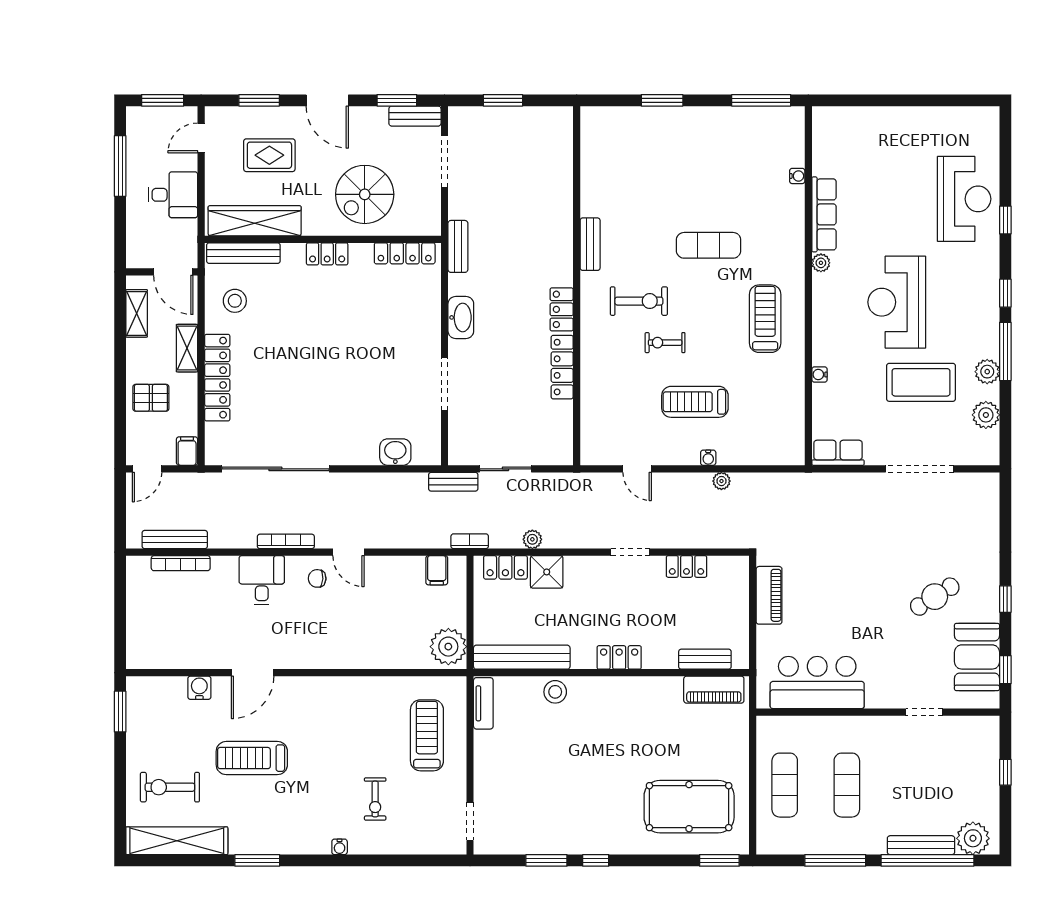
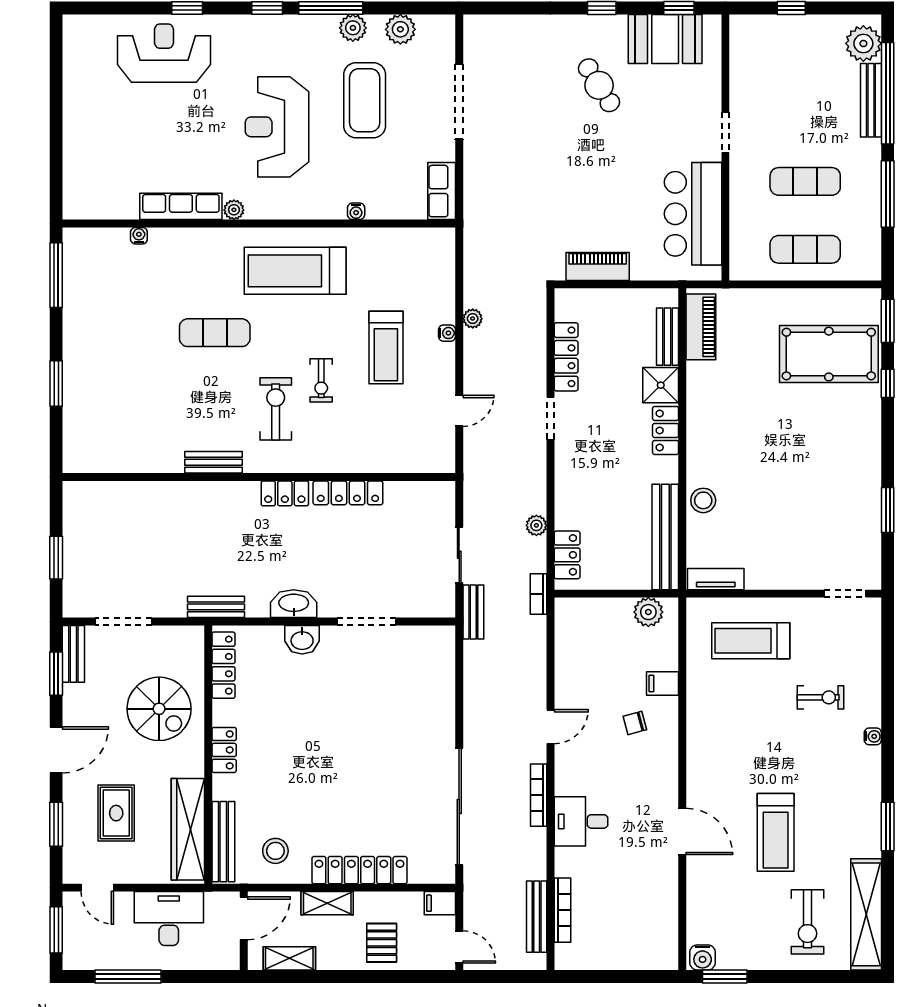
desk: (173, 195) -> (169, 919), width x1.37
exercise mat: (709, 245) -> (215, 333), turned 90
reception desk: (897, 302) -> (277, 127), turned 90
treadmill: (765, 319) -> (295, 271), width x1.37, depth x1.38
washbasin: (395, 452) -> (302, 640), moved, turned -90
locker: (686, 566) -> (566, 357), width x1.53
filing cabinet: (437, 570) -> (663, 683), moved, turned 180
shower: (547, 572) -> (661, 385), moved
chair: (317, 578) -> (635, 723), moved, turned 71
plant: (448, 647) -> (648, 612), width x0.73, depth x0.73
water cooler: (199, 688) -> (703, 957), moved, turned -90
doorway: (924, 712) -> (725, 132), moved
pool table: (689, 807) -> (829, 354), turned 90
window: (596, 860) -> (888, 383), moved

